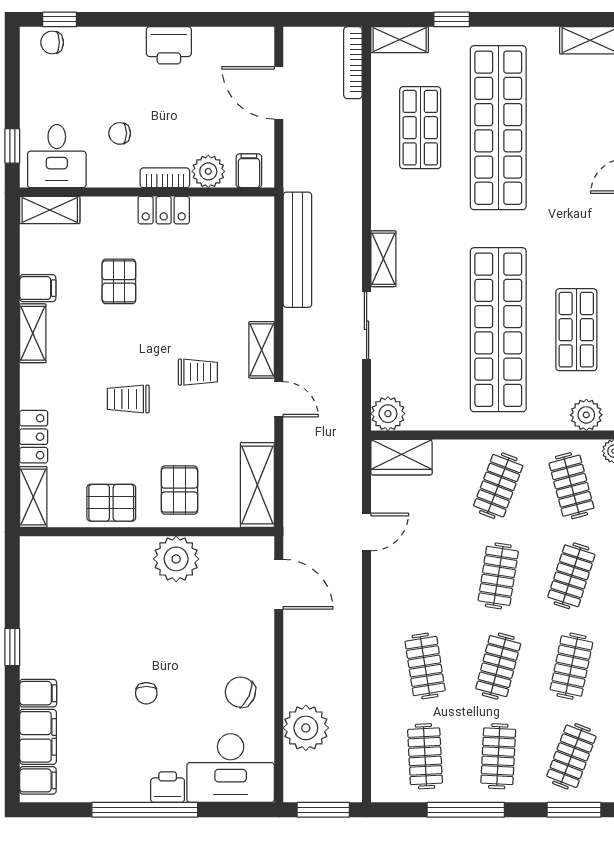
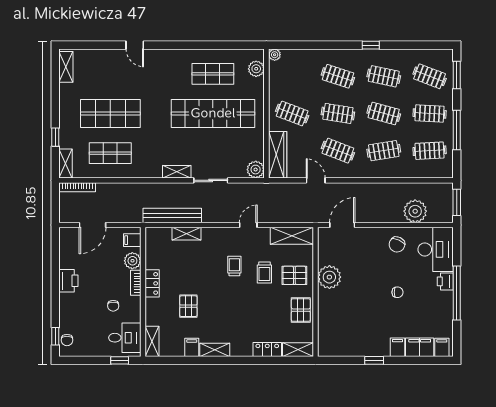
shop shelf: (498, 128) -> (110, 113), width x0.71
pallet: (119, 281) -> (188, 306), turned 90
shelving: (262, 350) -> (187, 234), moved
trolley: (128, 399) -> (264, 273), moved
wardrobe: (402, 457) -> (278, 155), width x1.50
clothes rail: (571, 486) -> (338, 151), moved, turned 36

